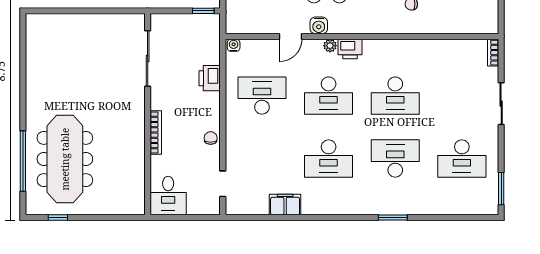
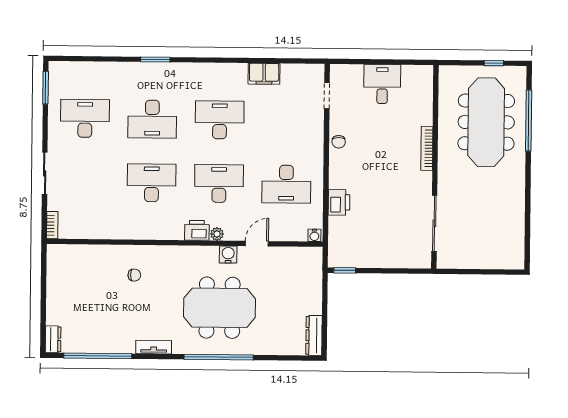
sliding door: (148, 58) -> (434, 223), moved
wall: (148, 114) -> (435, 167), moved
bookcase: (156, 132) -> (427, 148), moved

